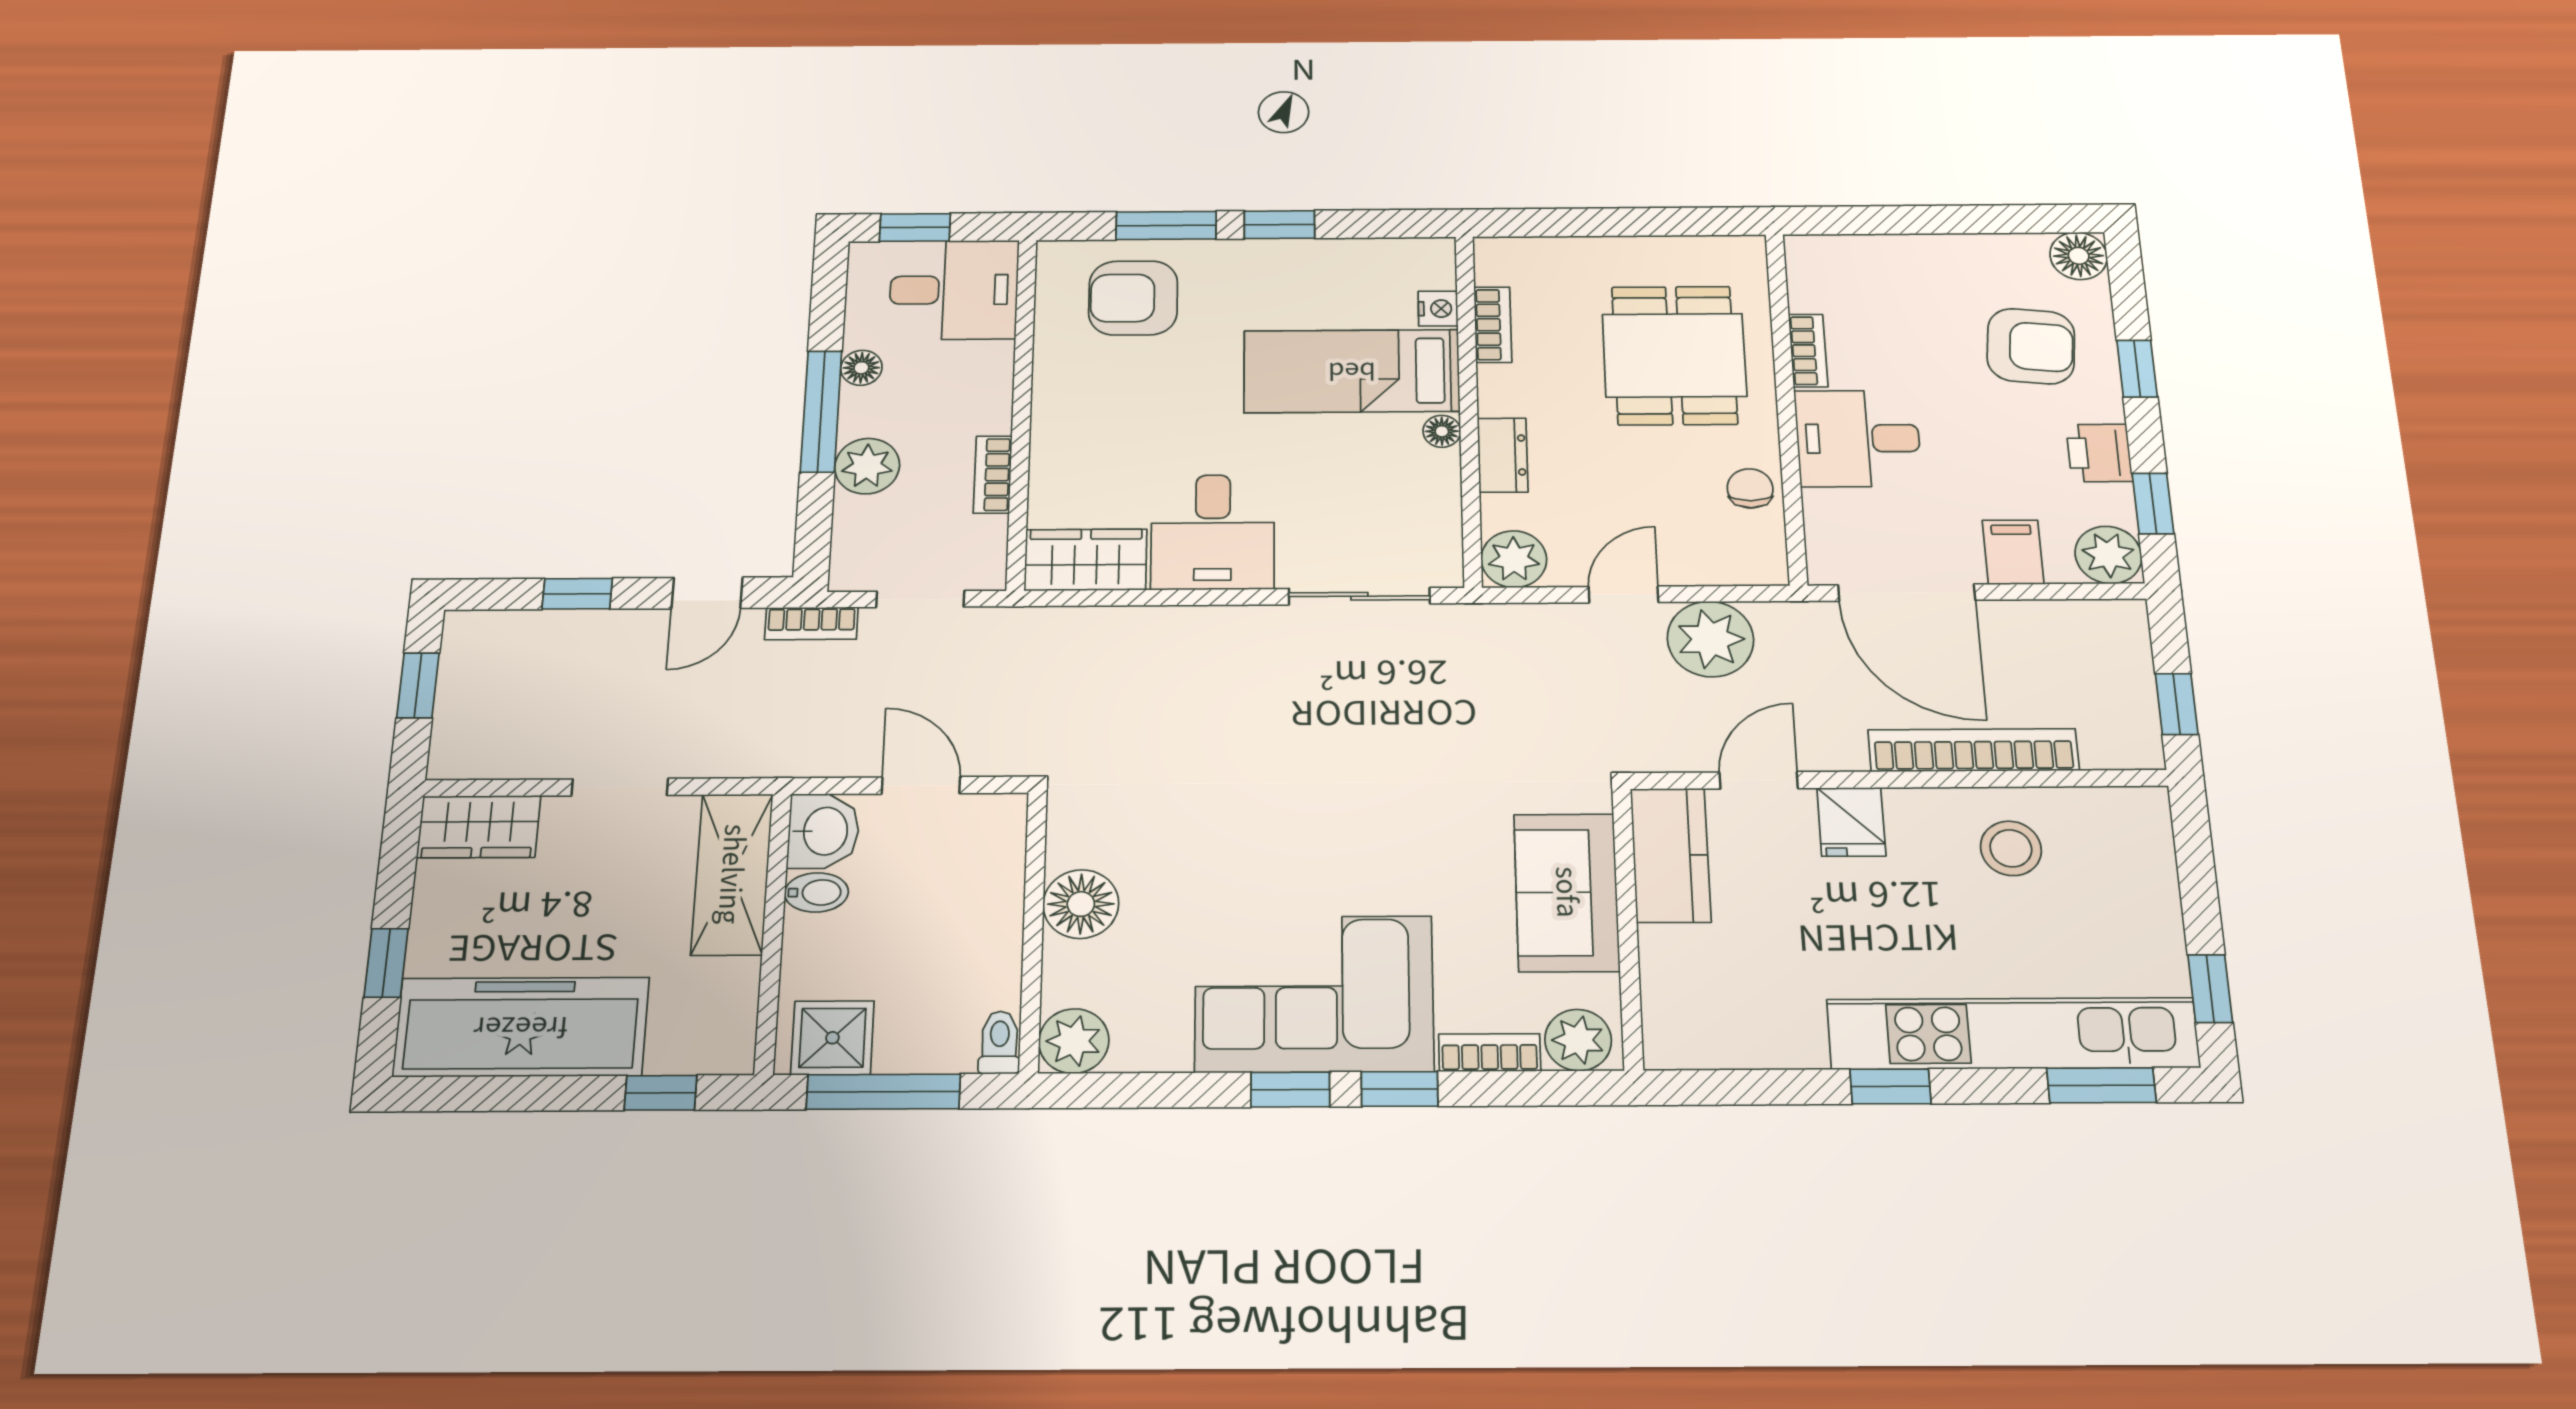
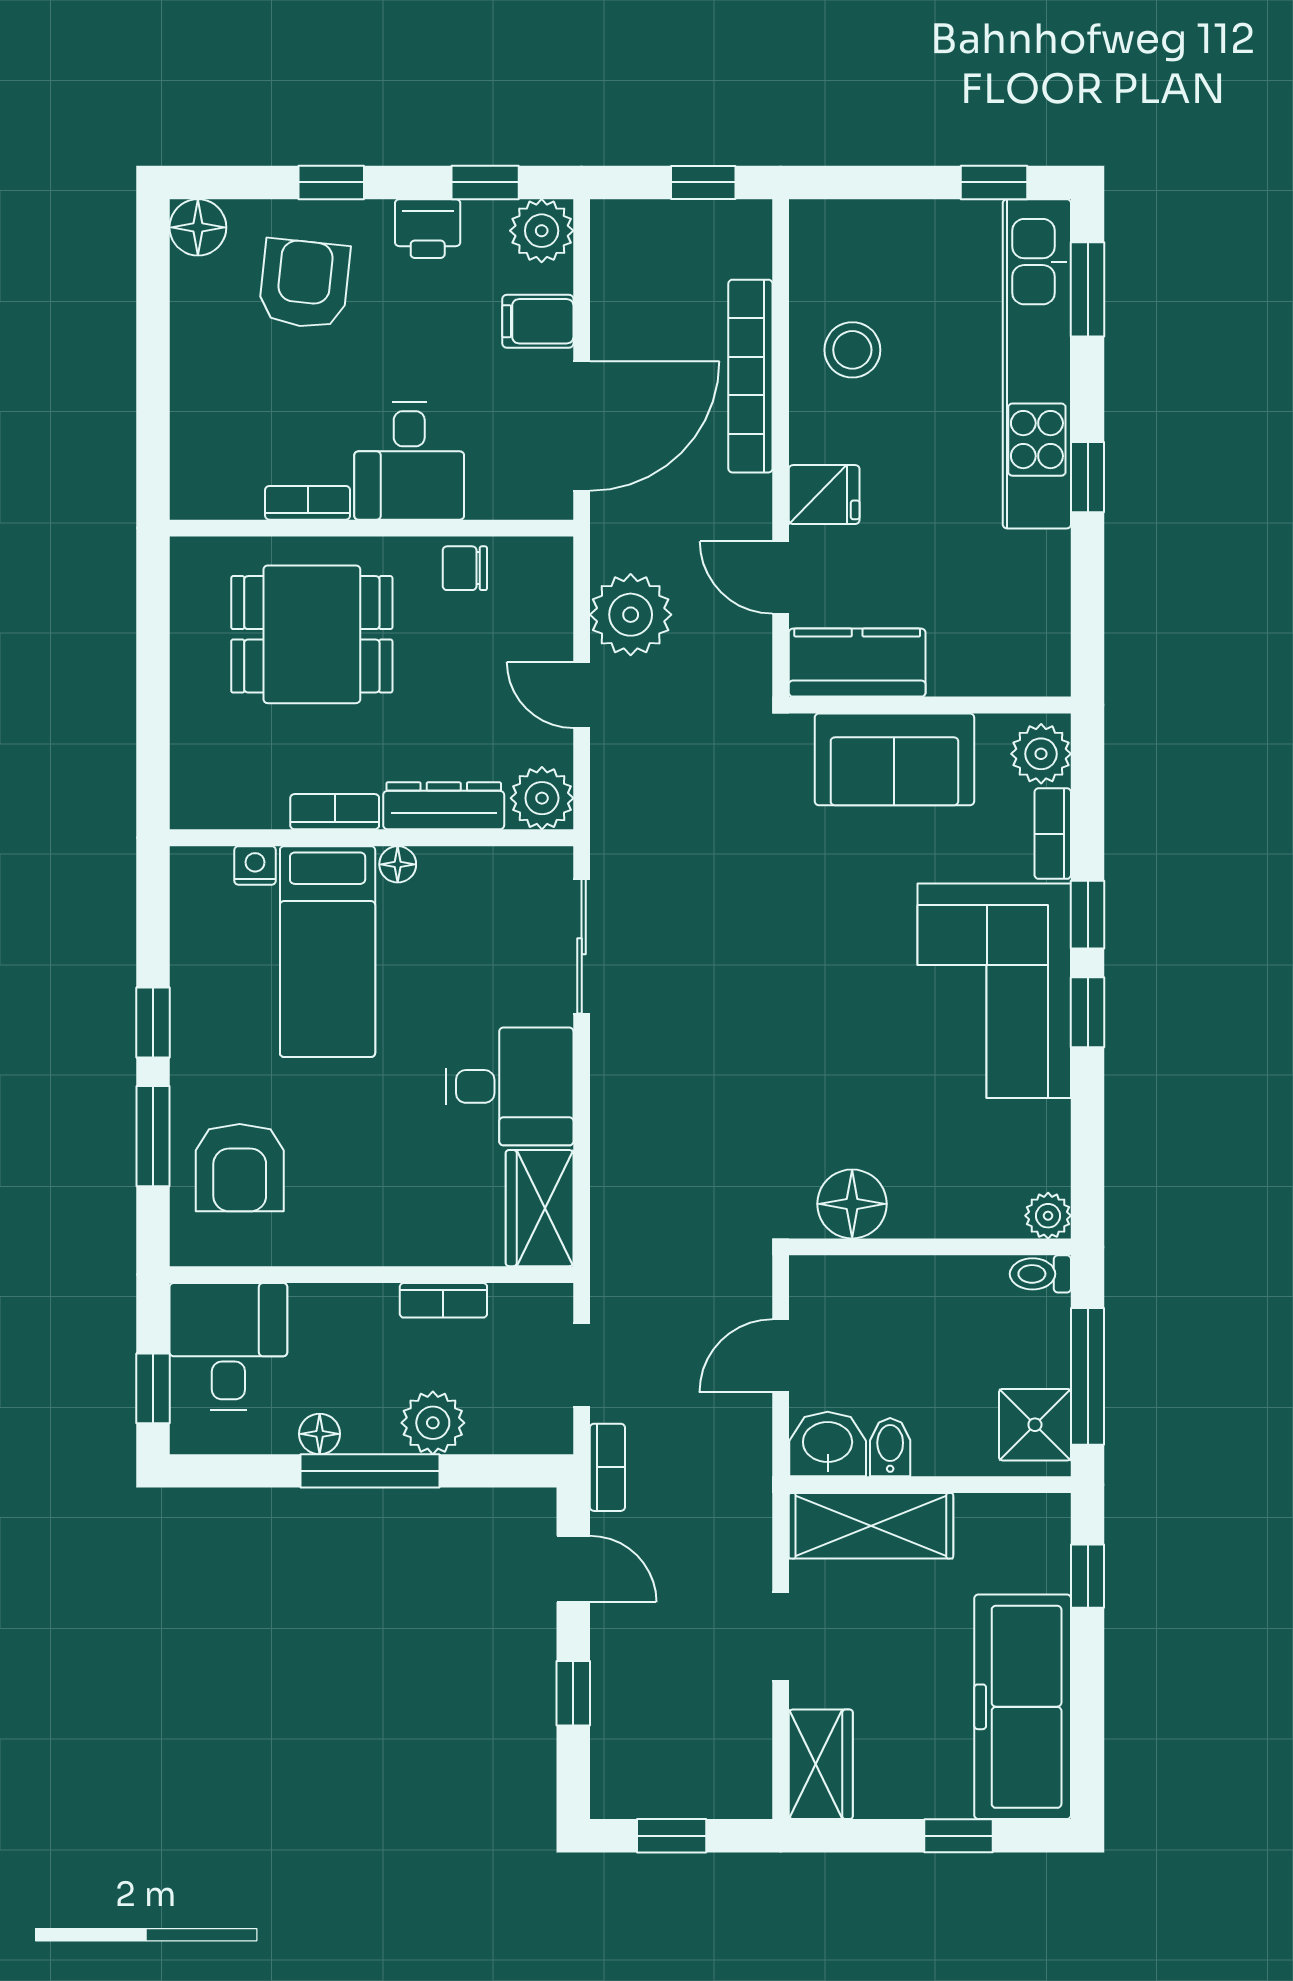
bookcase: (1493, 325) -> (335, 812), moved
dresser: (1503, 455) -> (444, 806), width x1.44
floor lamp: (1081, 904) -> (852, 1204), moved
plant: (1074, 1041) -> (1048, 1216), width x0.73, depth x0.73

